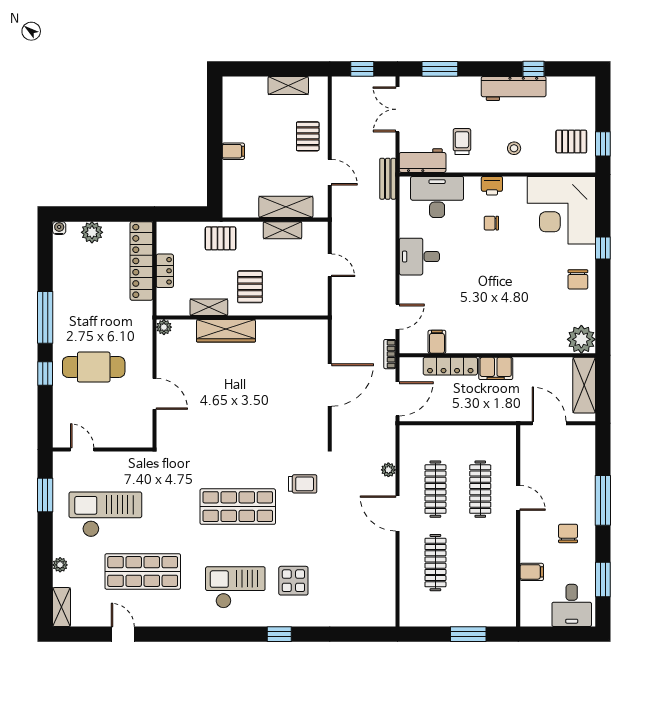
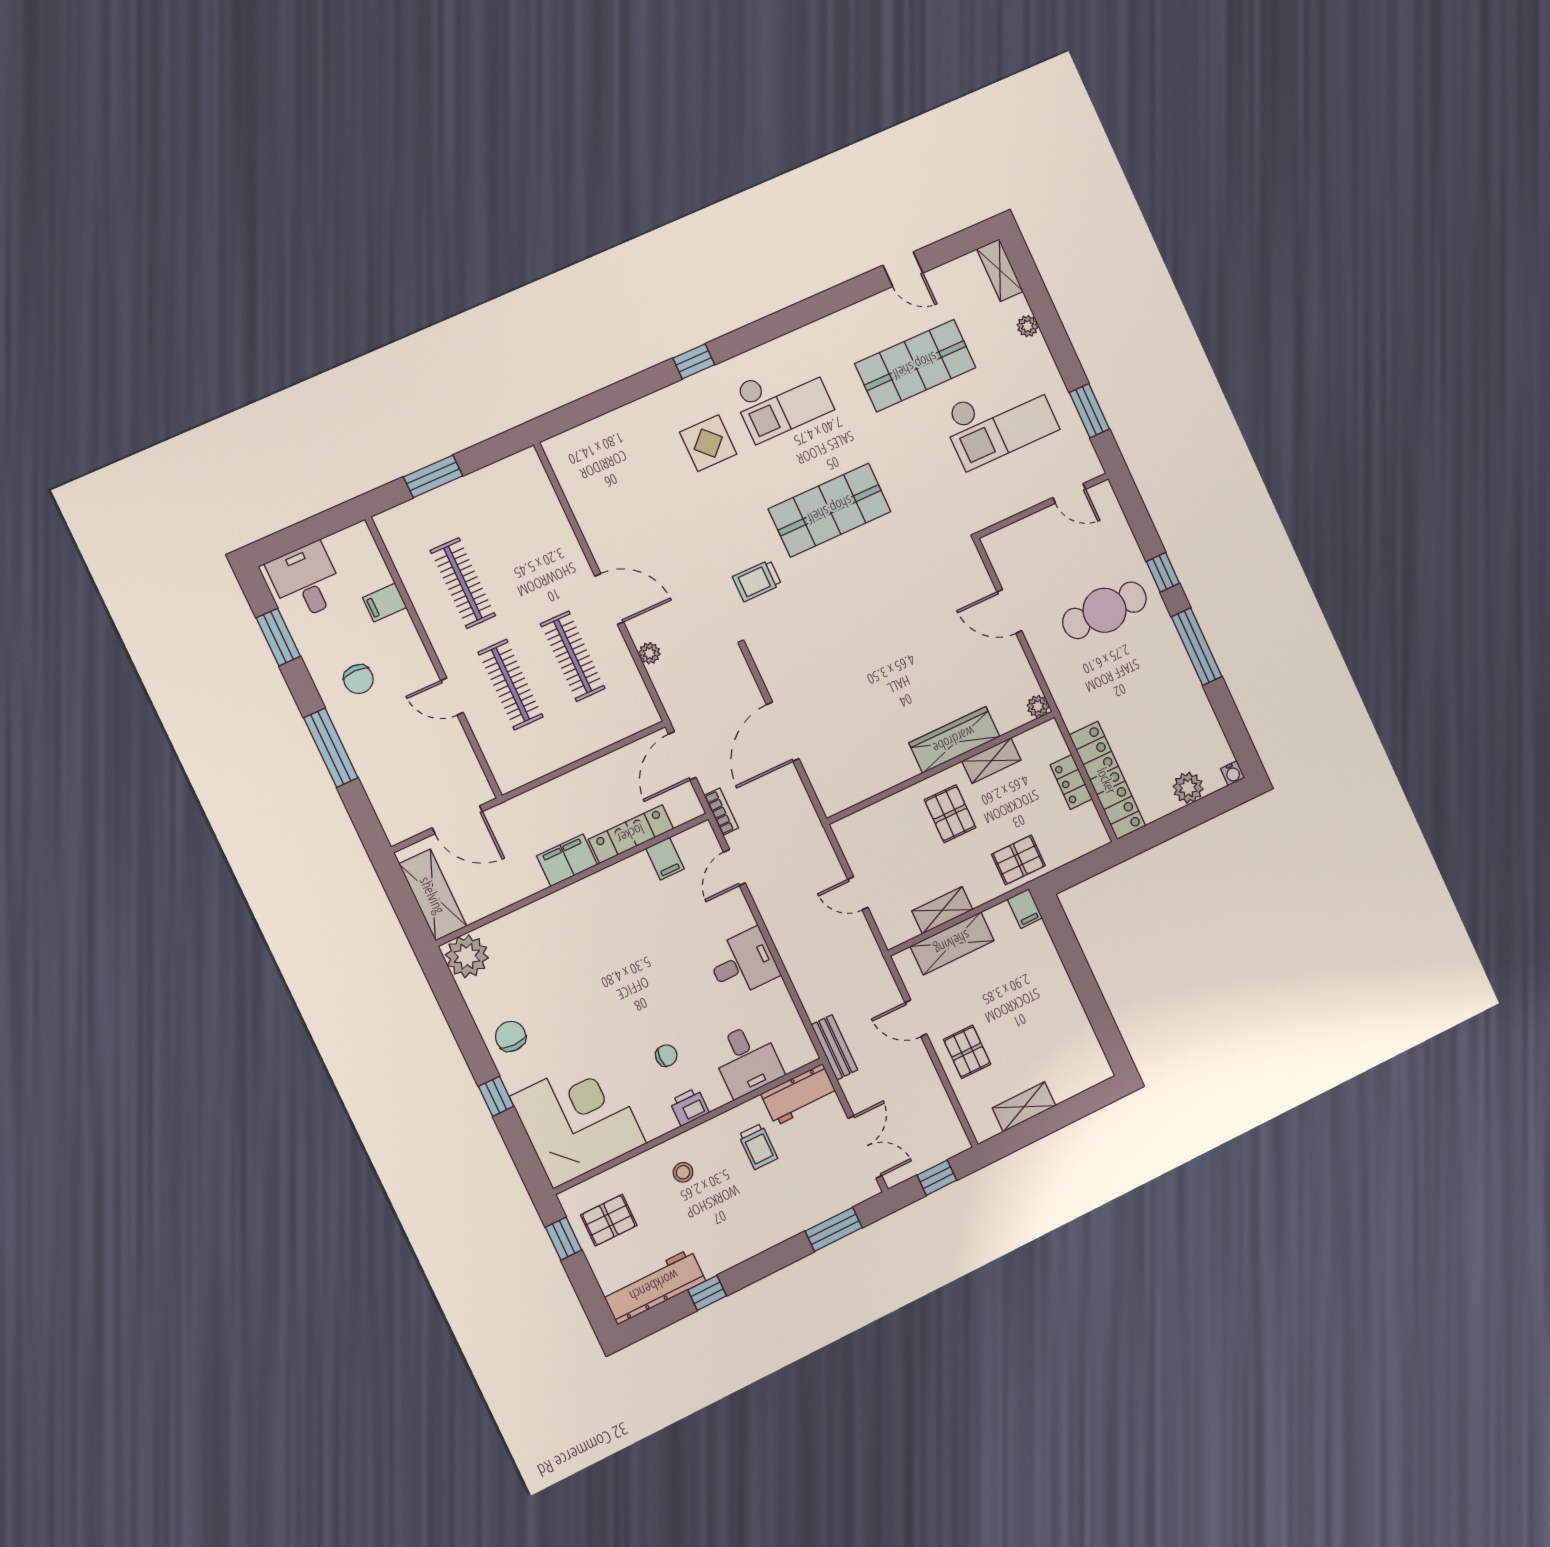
workbench: (514, 89) -> (654, 1286), moved
filing cabinet: (233, 151) -> (1025, 909), moved, turned -90
desk: (437, 197) -> (747, 1060), width x0.73
clothes rail: (435, 563) -> (463, 583), moved

